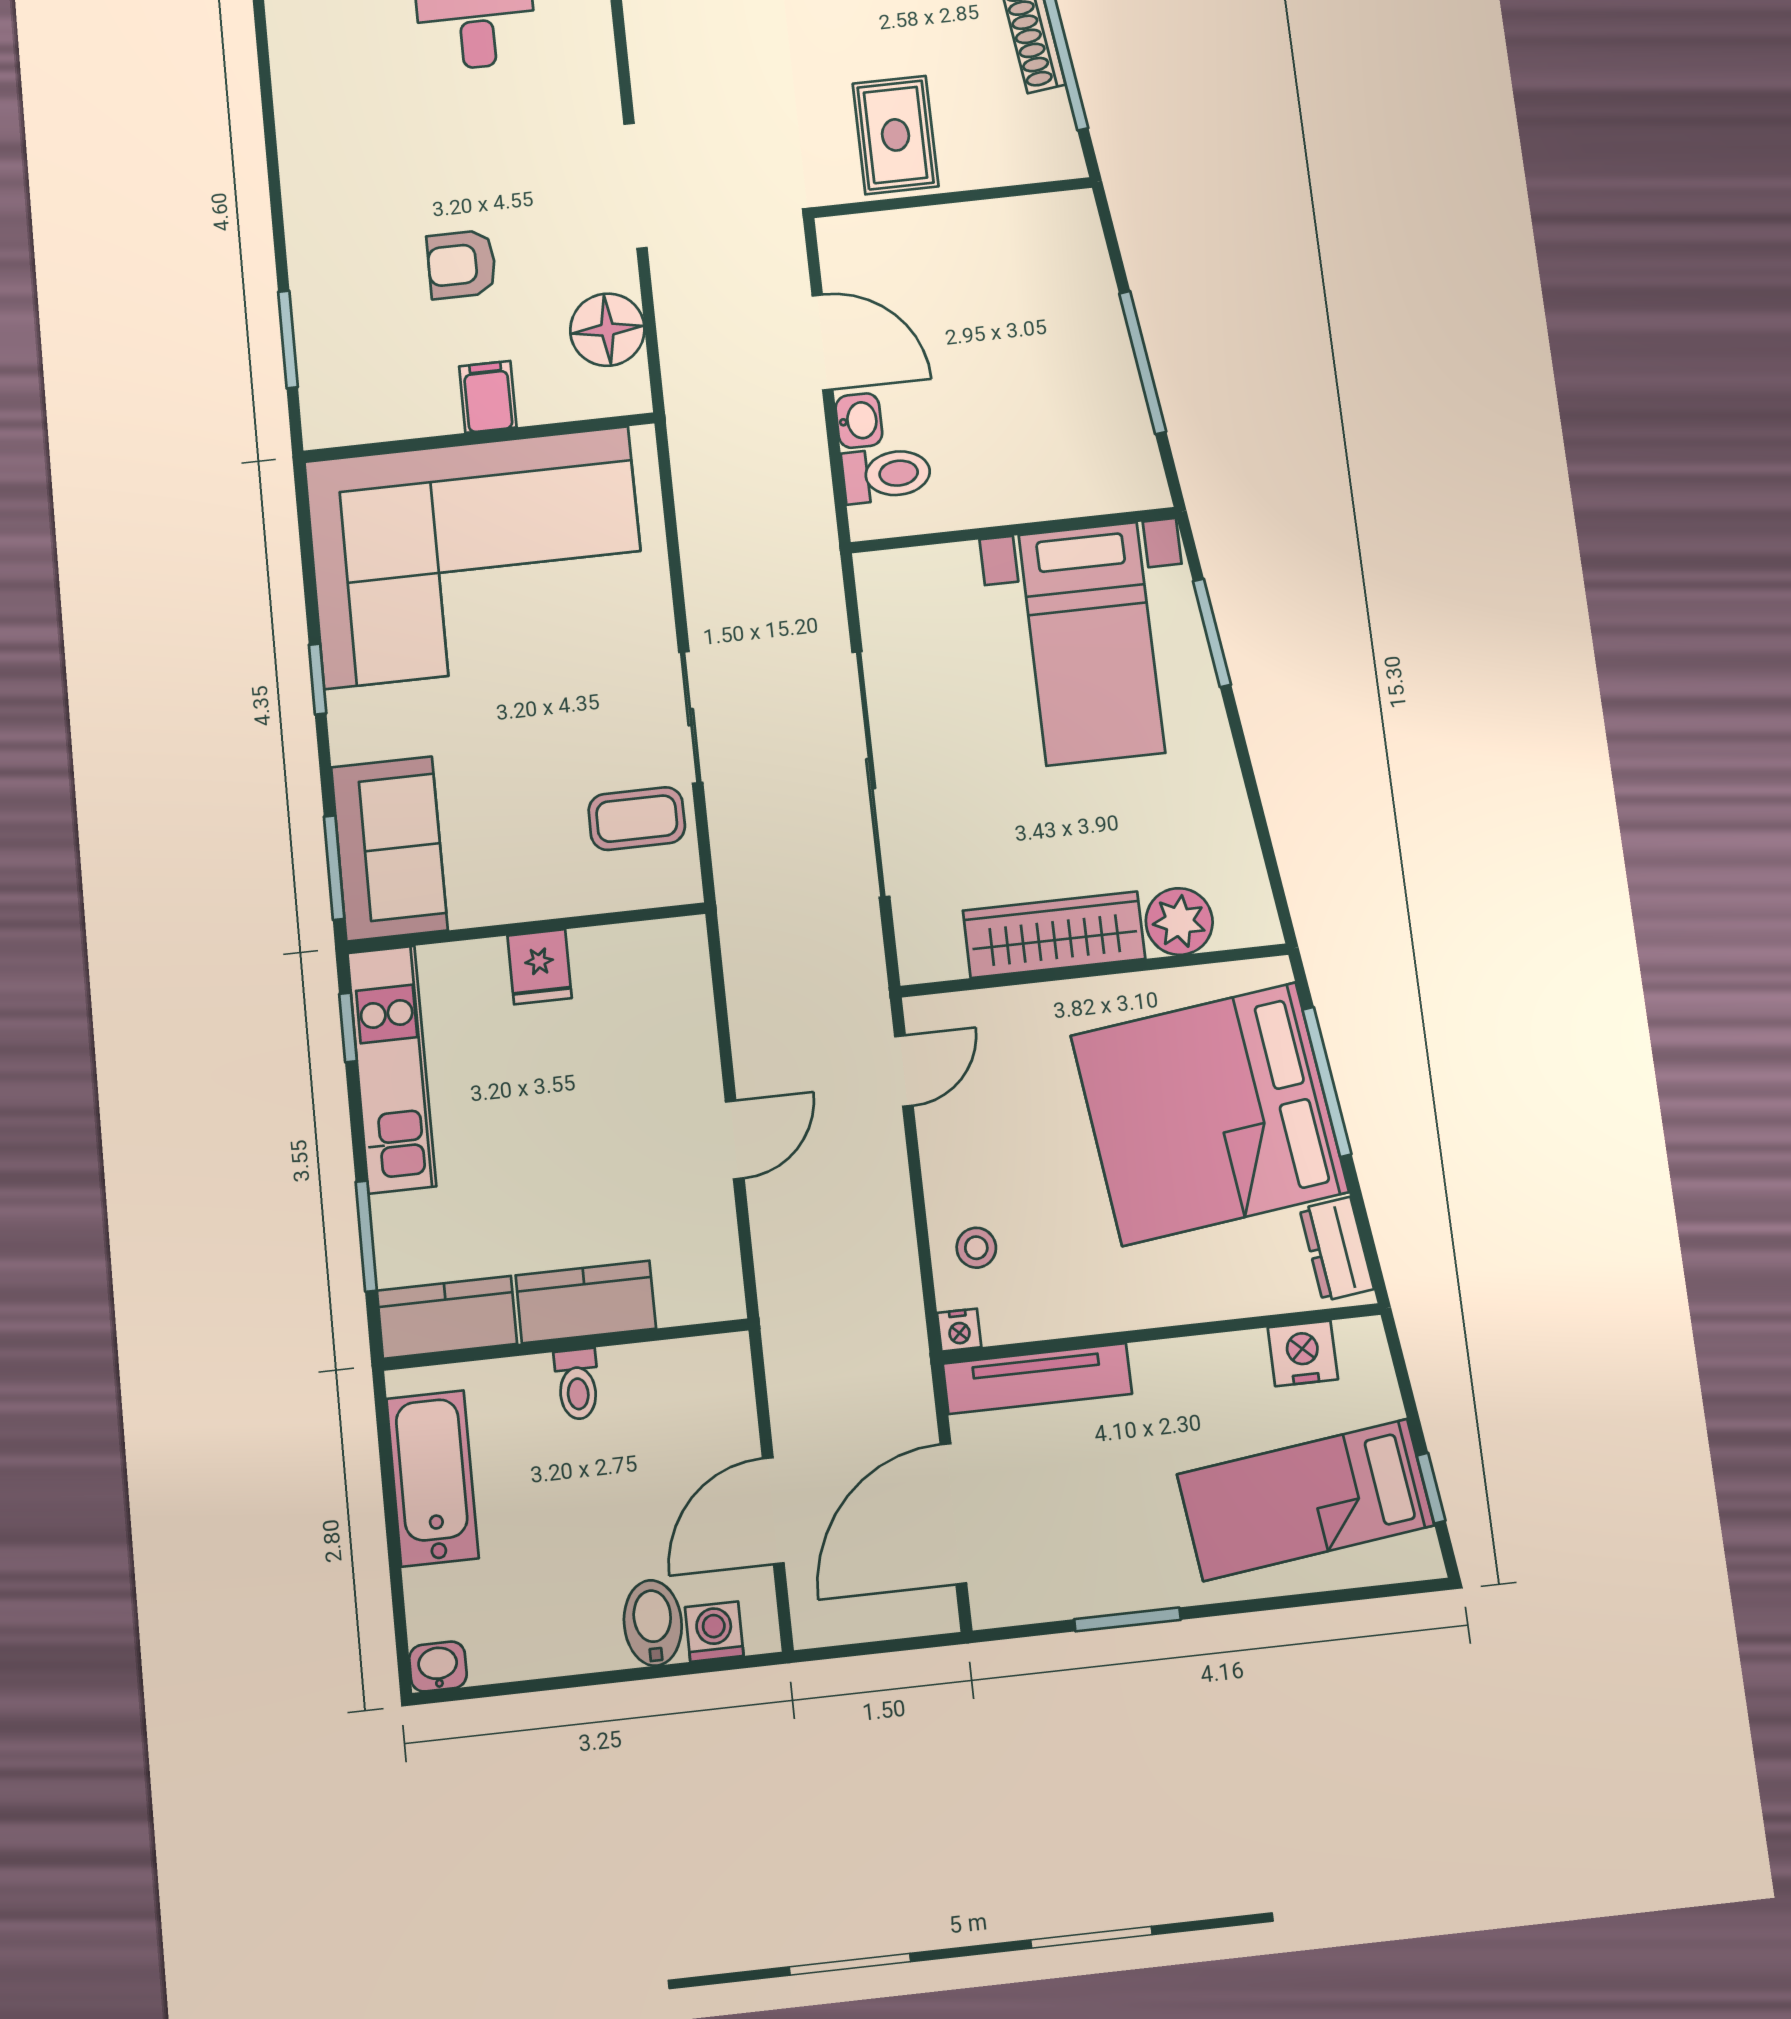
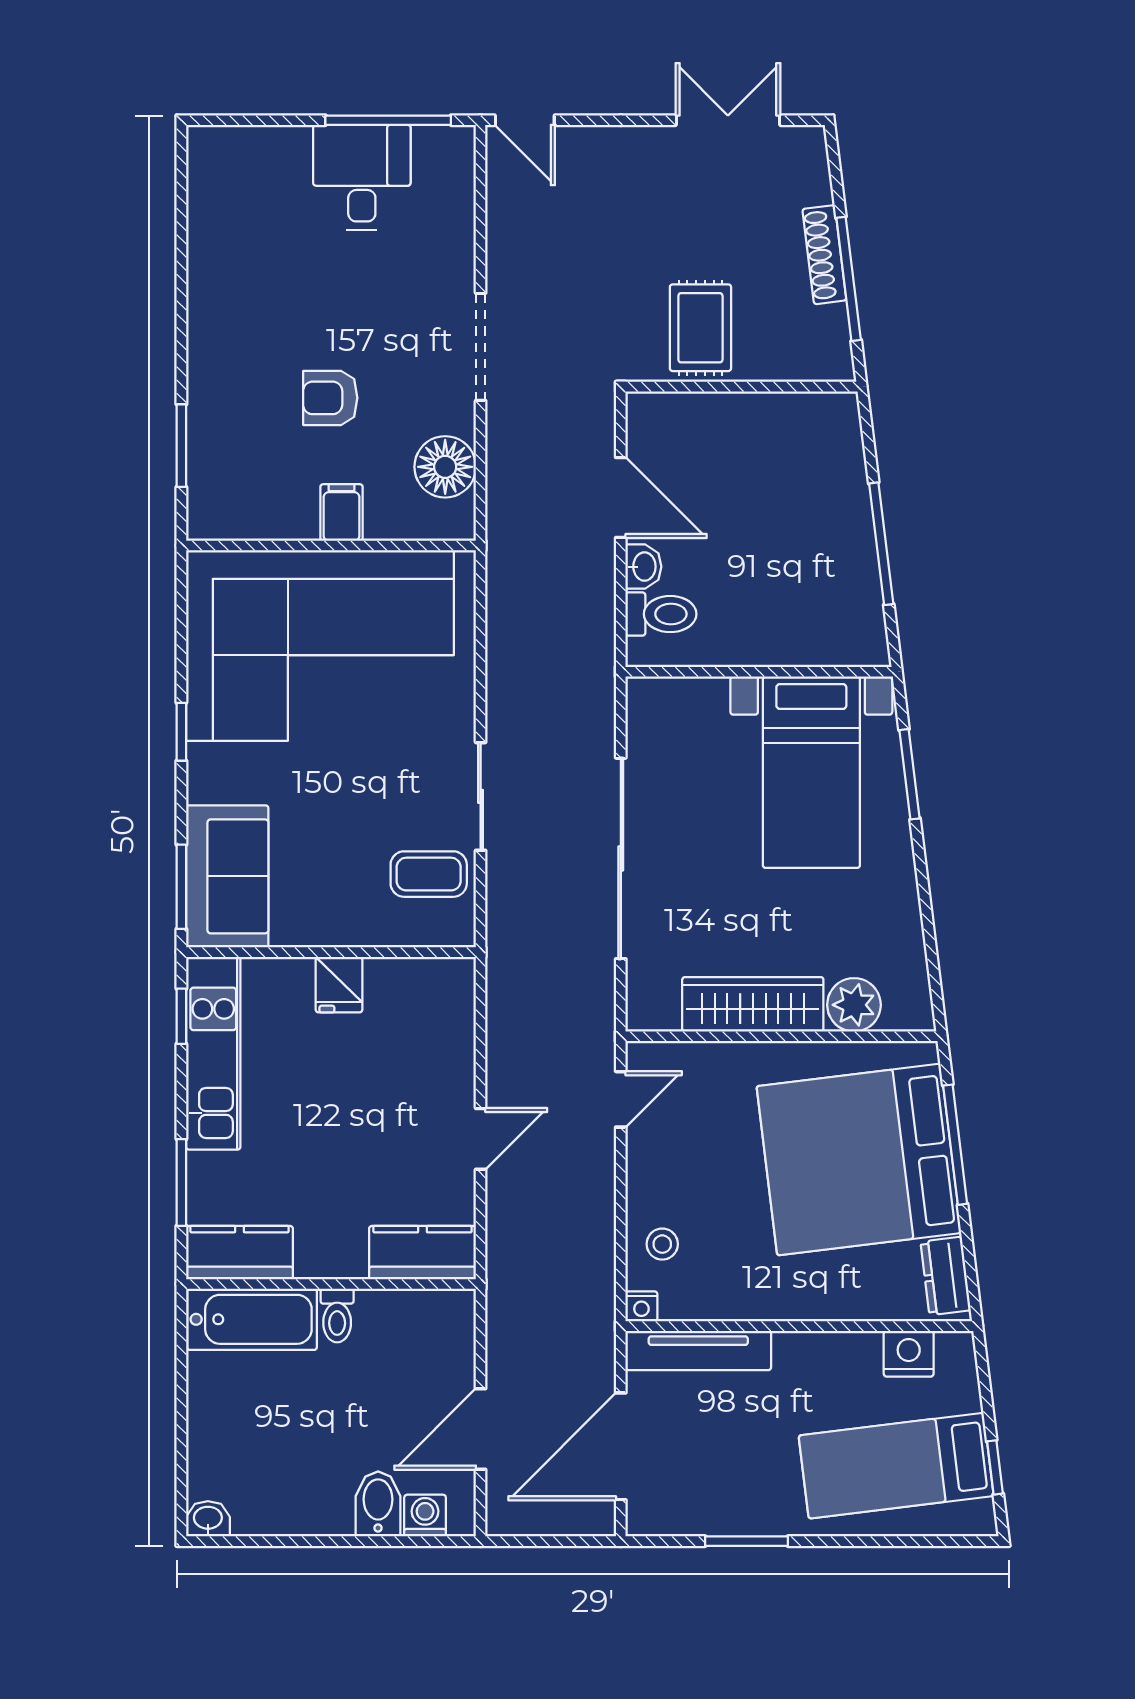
kitchen counter: (586, 1302) -> (422, 1253), moved
bathtub: (432, 1478) -> (252, 1319), moved, turned 90

